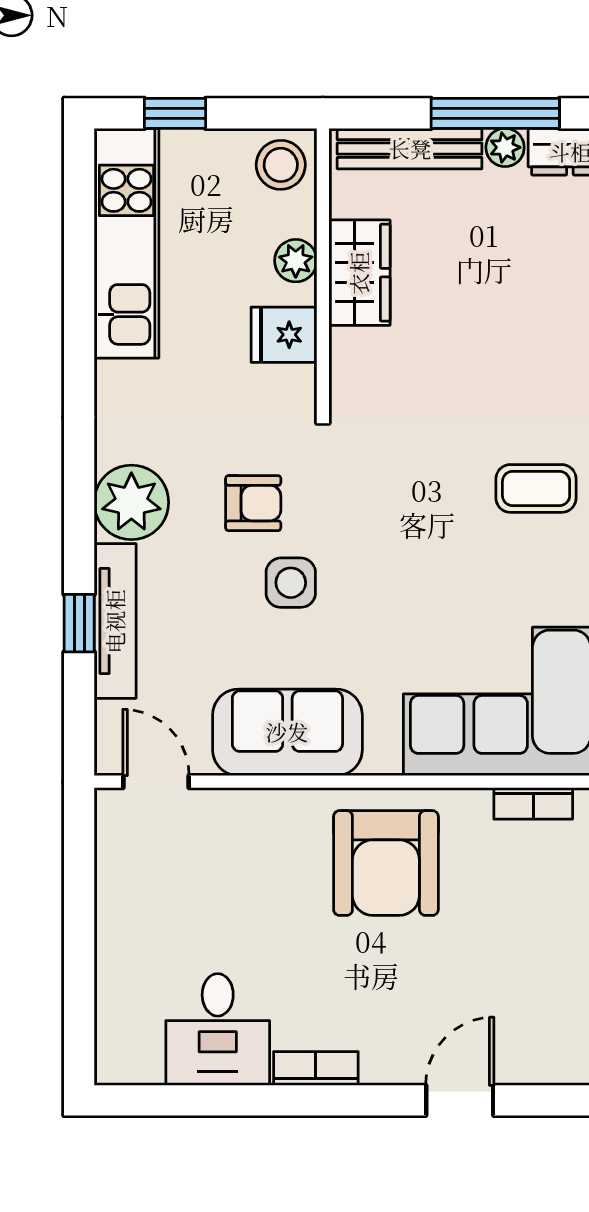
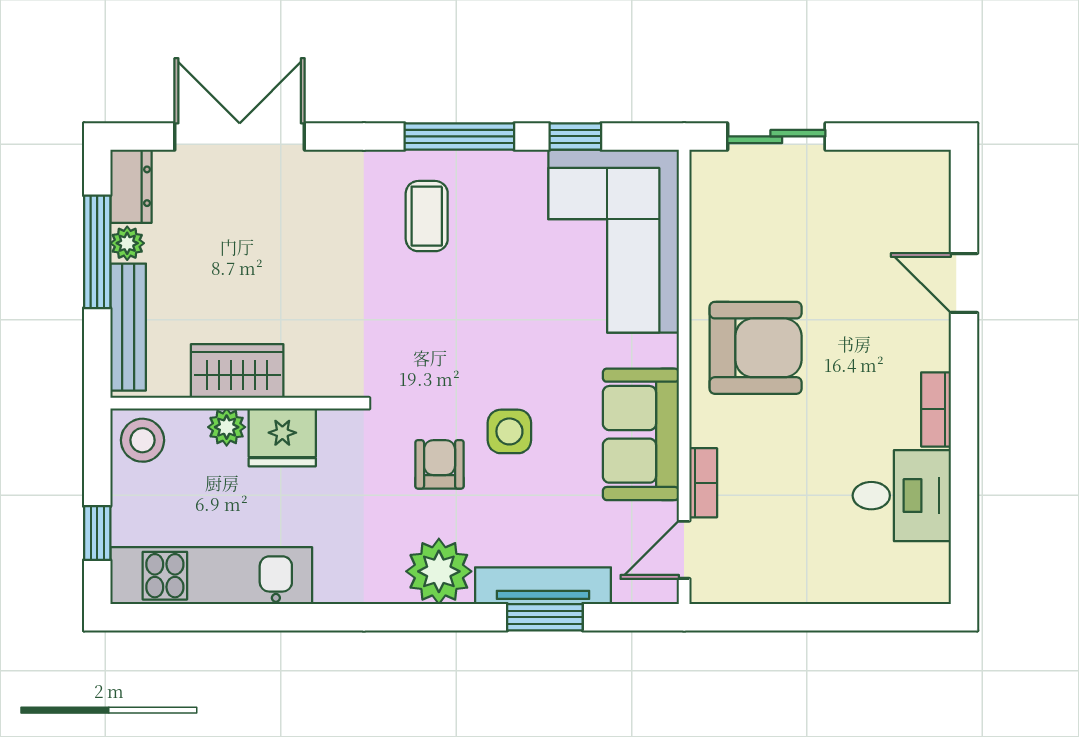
fridge: (284, 335) -> (282, 437), width x1.38
window: (79, 623) -> (545, 617), width x1.50
bookcase: (533, 803) -> (703, 483), moved

